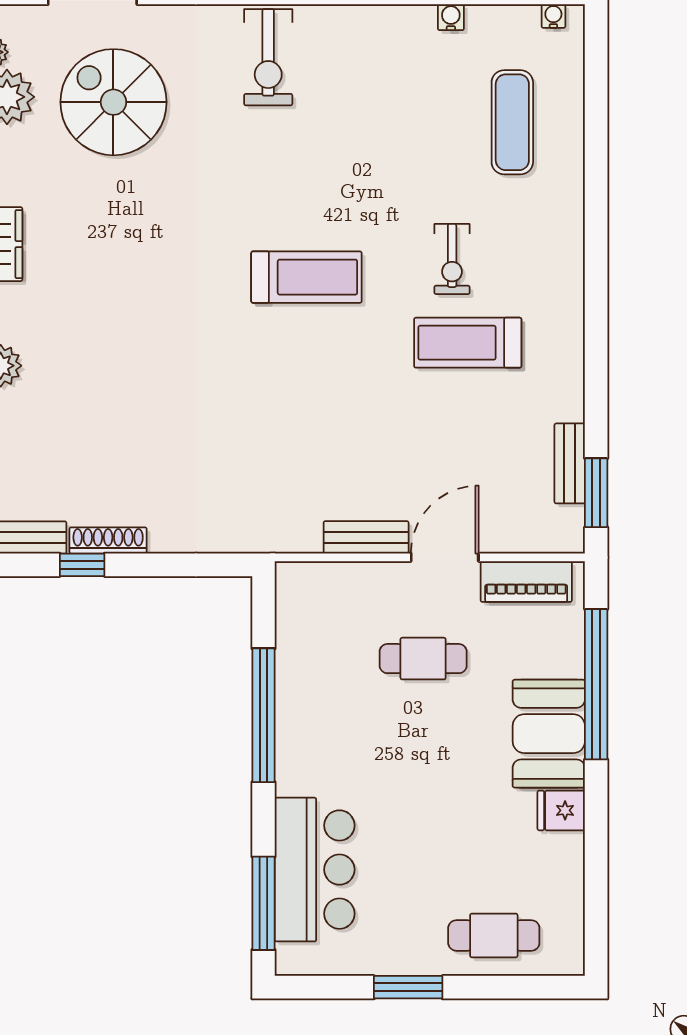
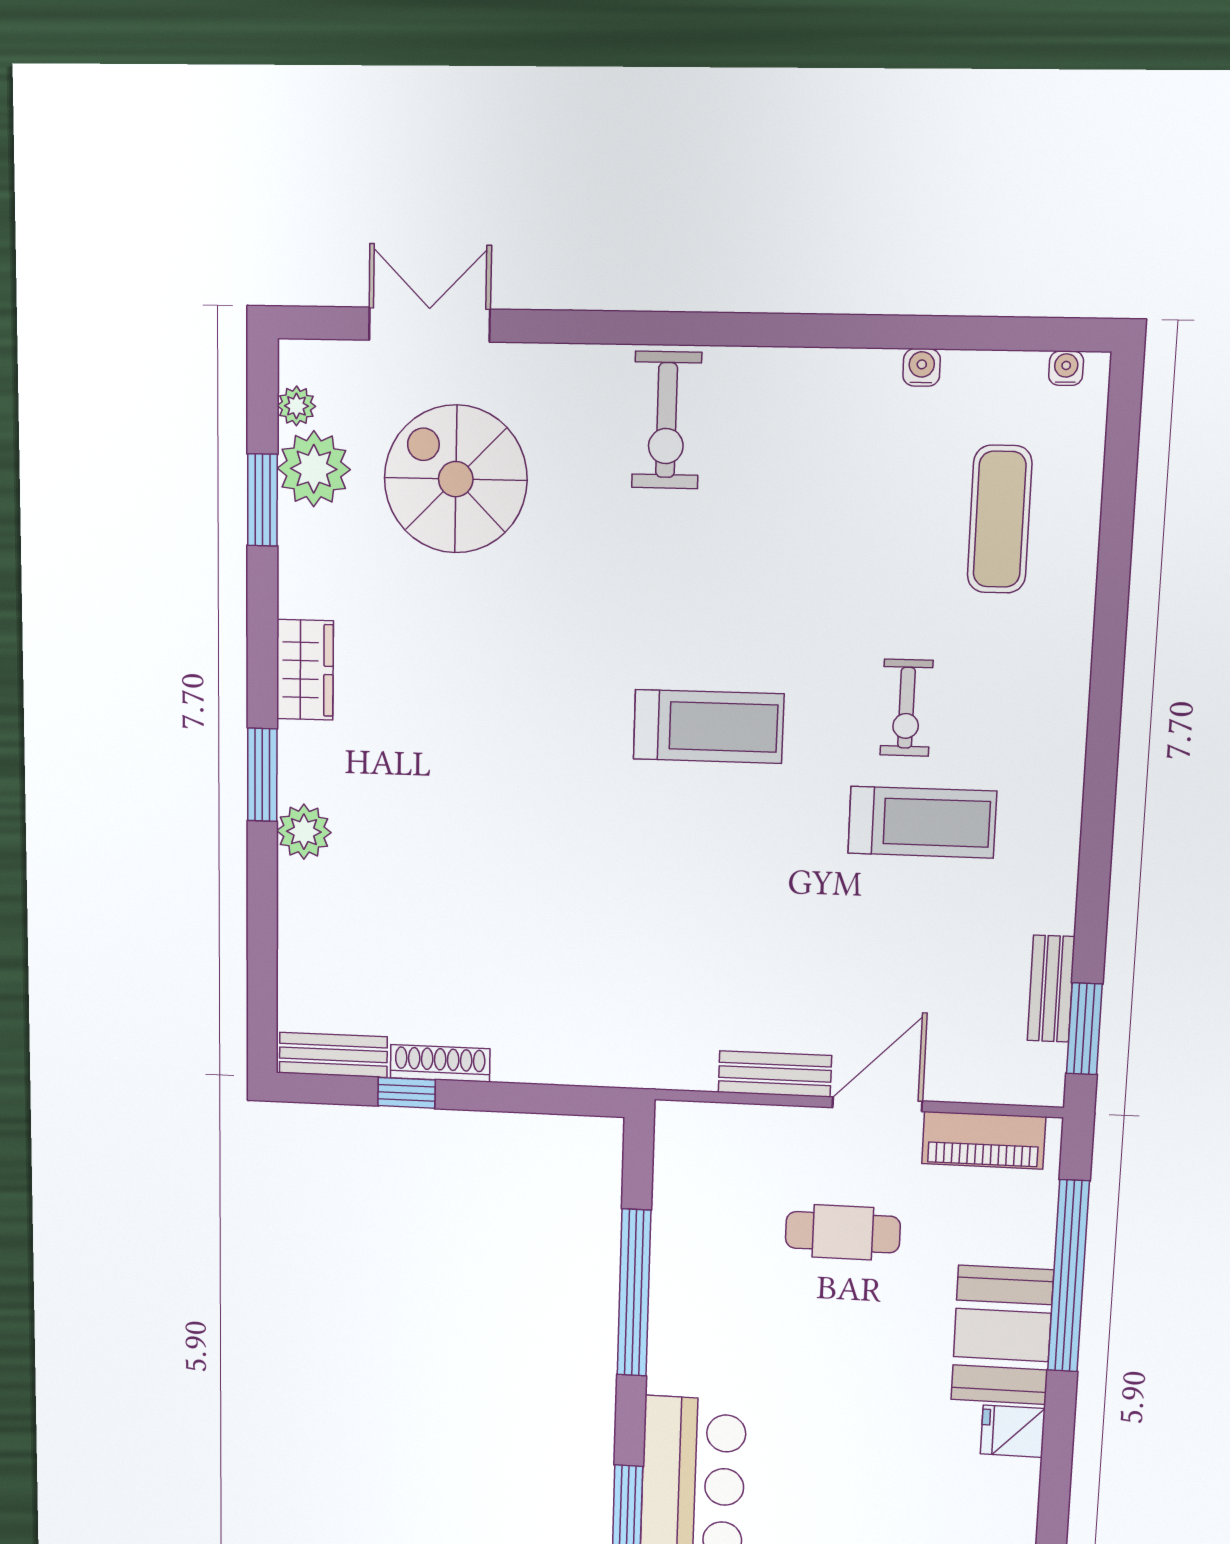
treadmill: (468, 343) -> (922, 822), turned 180

